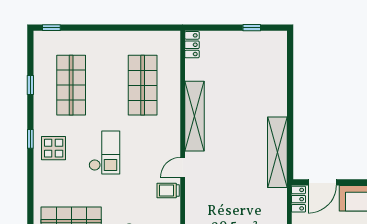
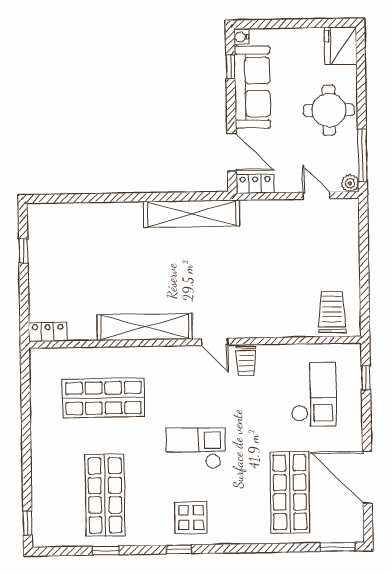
shop shelf: (71, 85) -> (105, 495), turned 90

